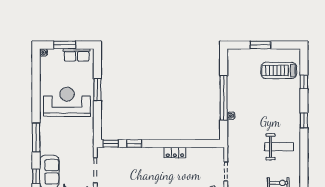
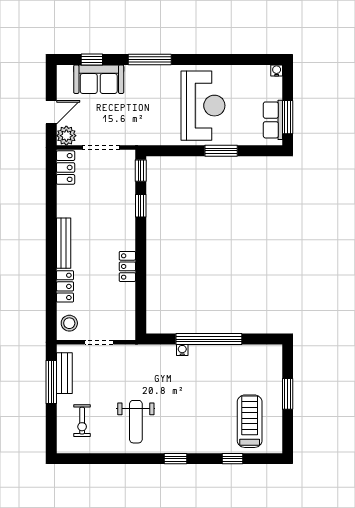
window: (65, 45) -> (288, 117), moved

